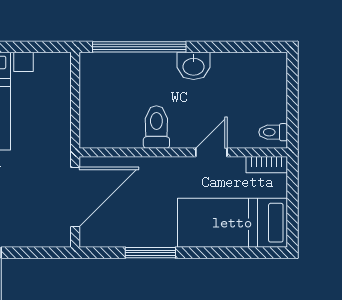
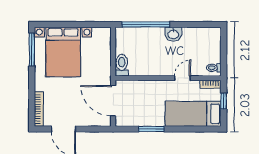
toilet: (156, 127) -> (122, 65), moved
door: (75, 197) -> (113, 101), swing flipped
window: (293, 198) -> (224, 101), added

